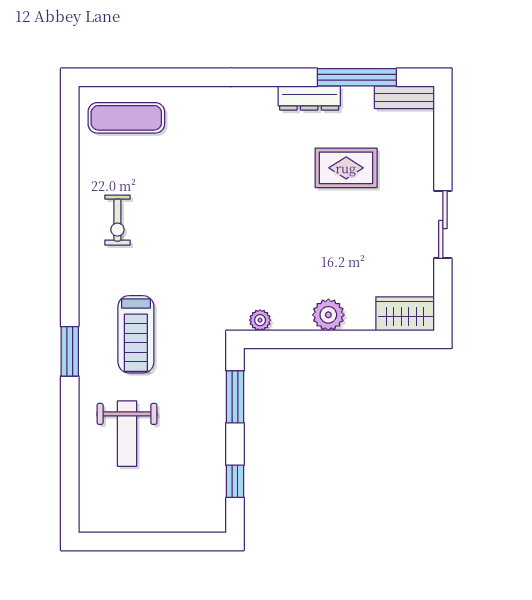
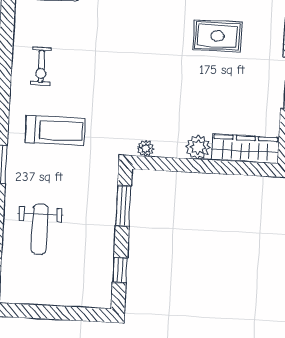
wardrobe: (405, 314) -> (245, 149), width x1.50
treadmill: (136, 334) -> (55, 130), moved, turned -90

